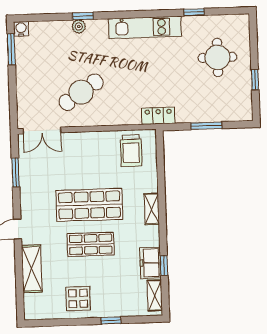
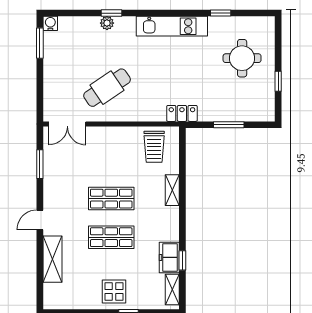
shop shelf: (89, 205) -> (111, 199), width x0.70, depth x0.74
shelving: (152, 209) -> (172, 190), moved
display table: (78, 299) -> (114, 292), moved

